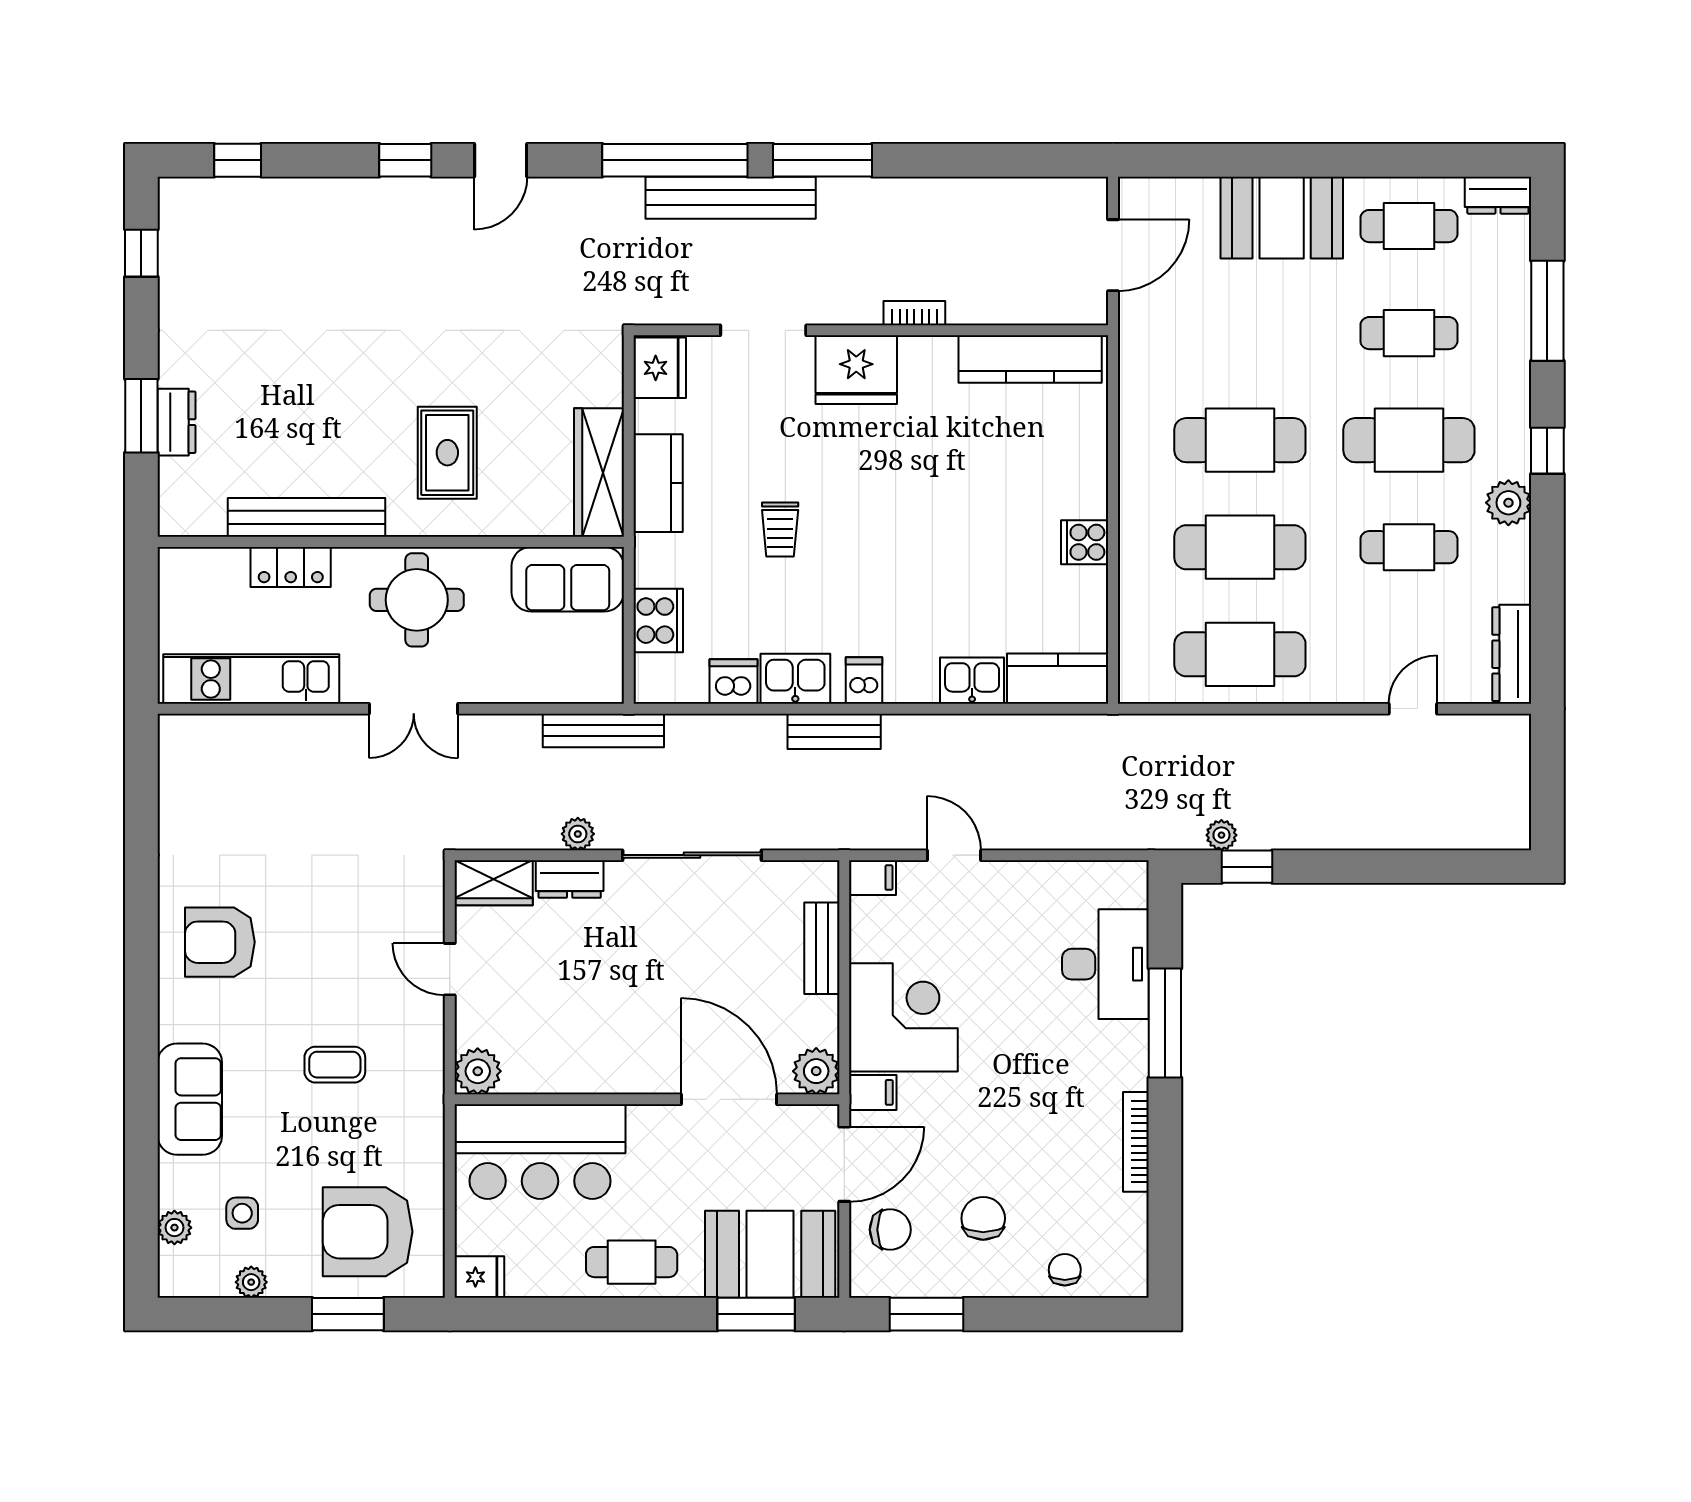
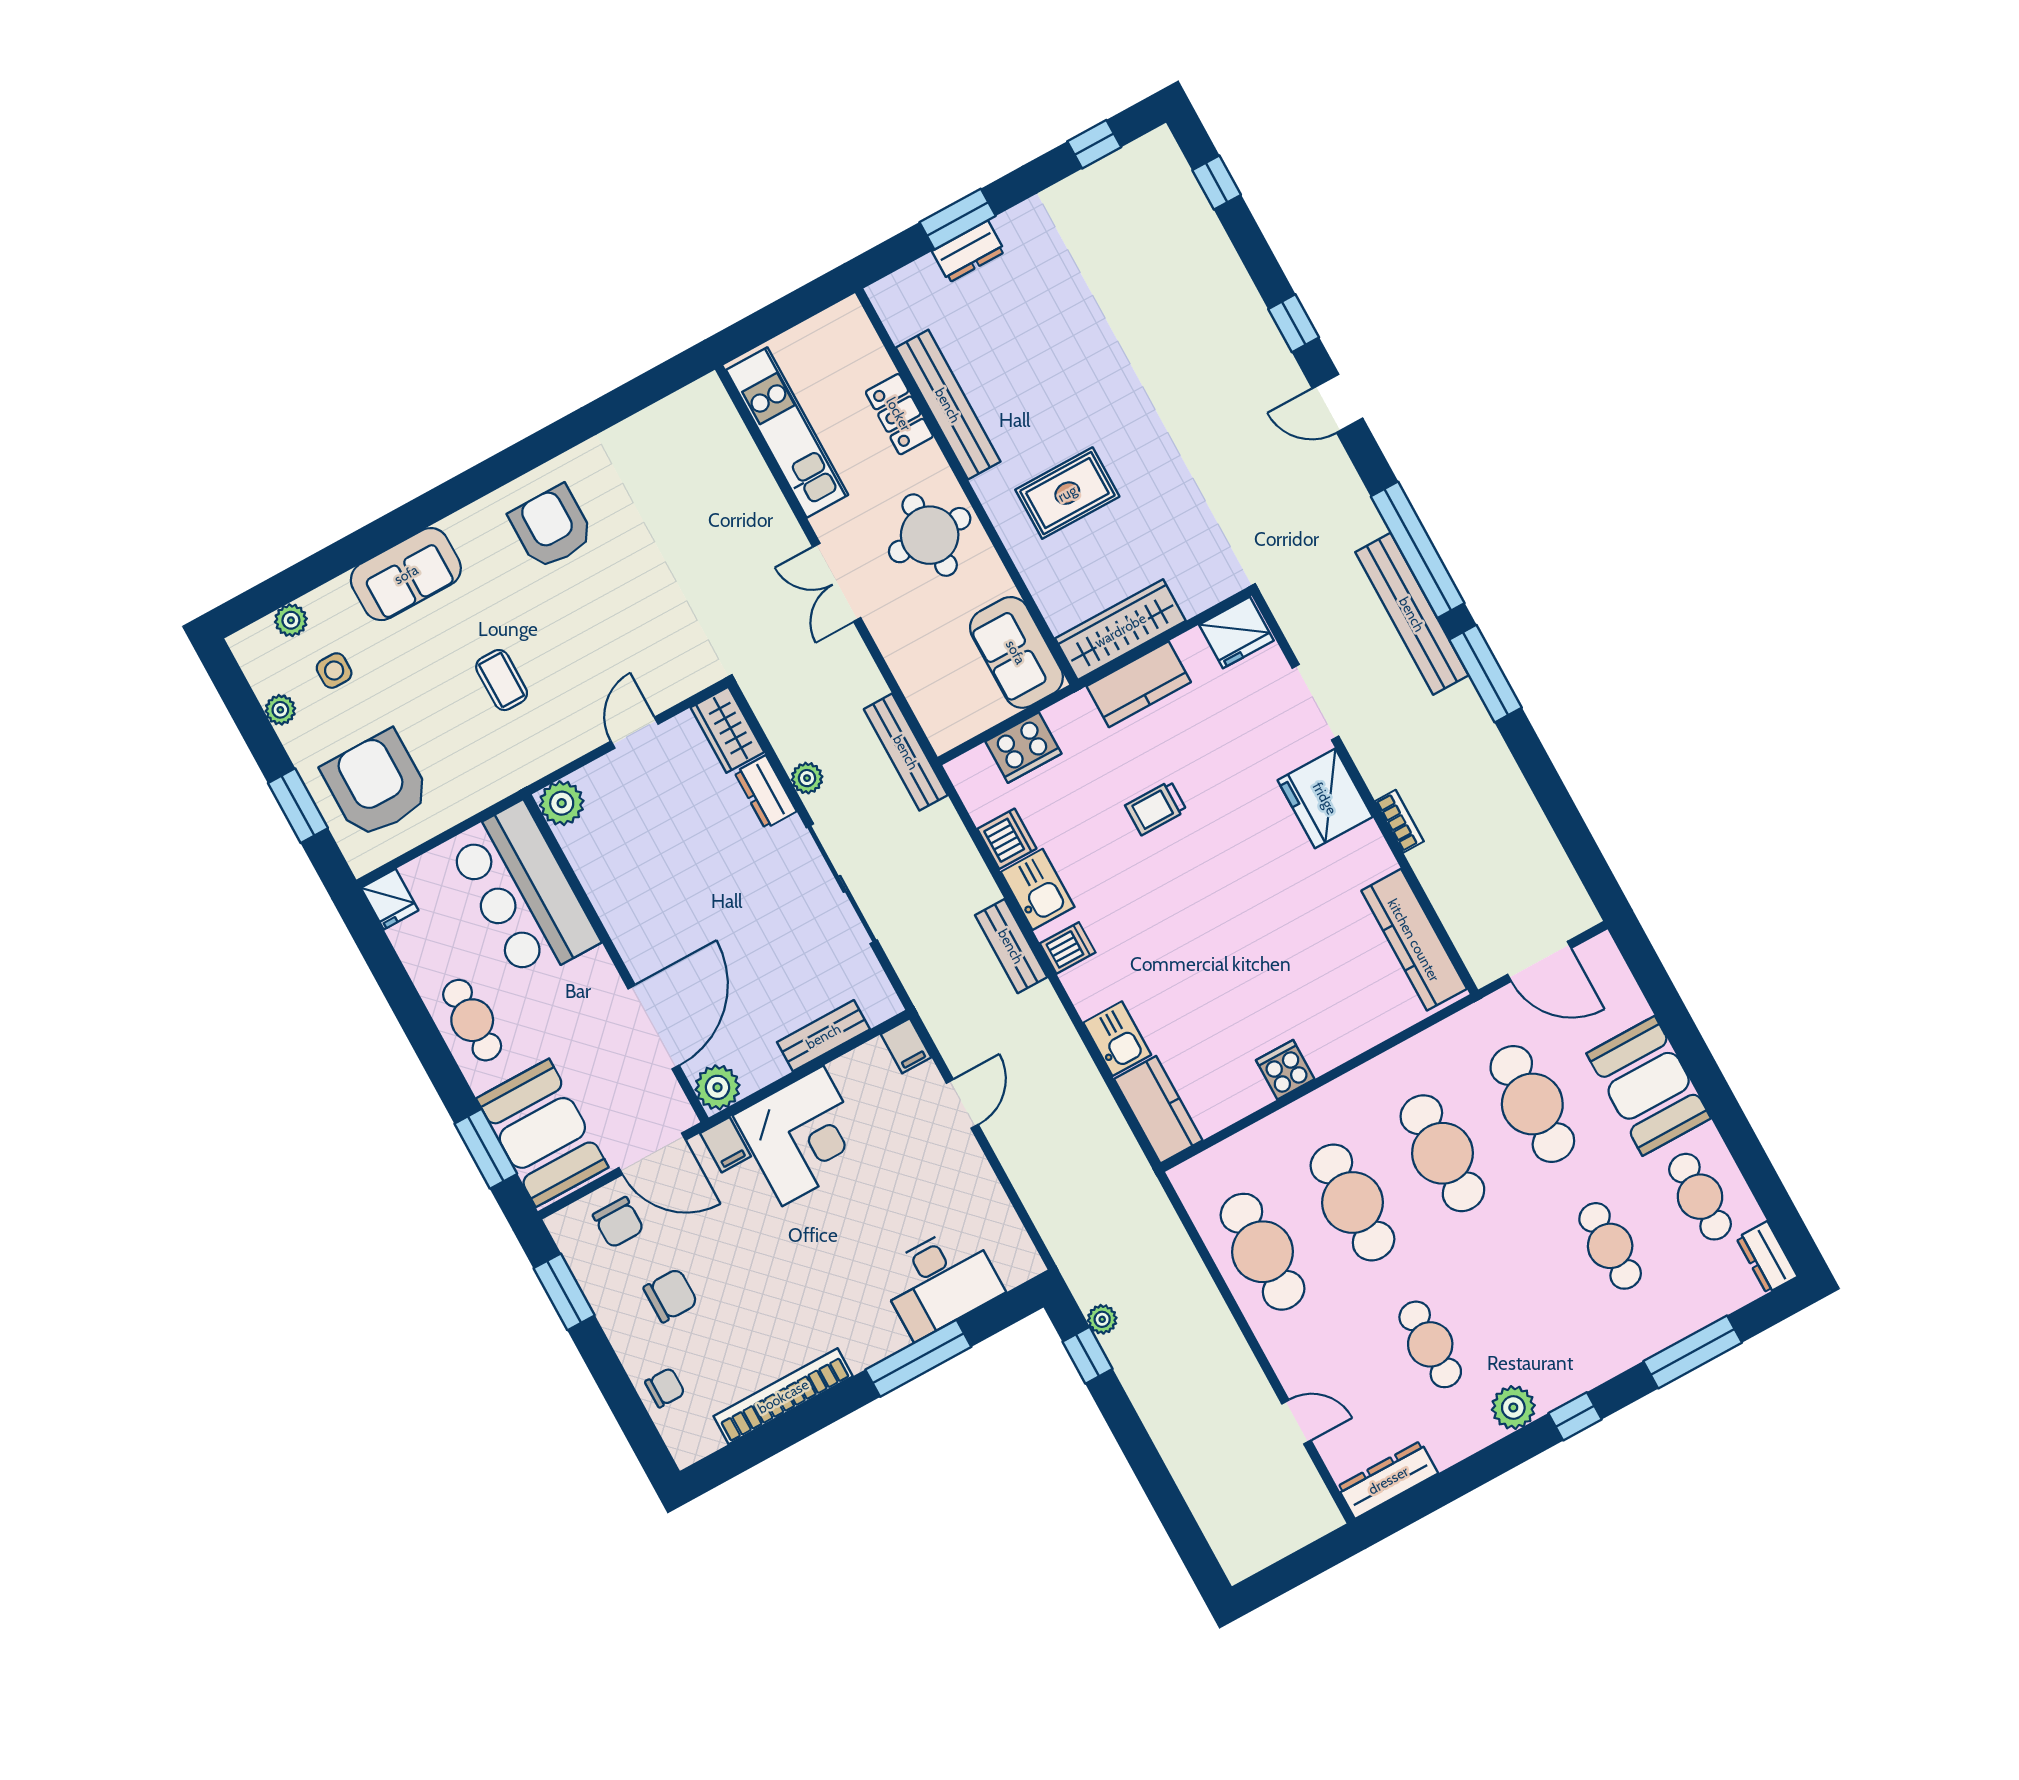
cafe table: (1409, 440) -> (1532, 1104), moved
bookcase: (1136, 1142) -> (783, 1396), width x1.48, depth x1.31

